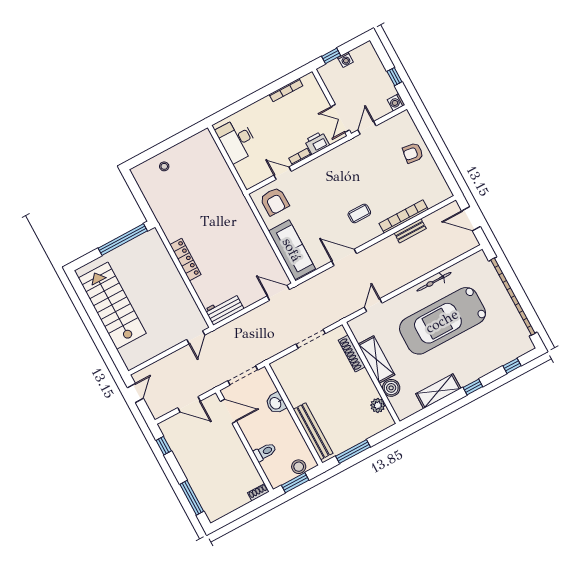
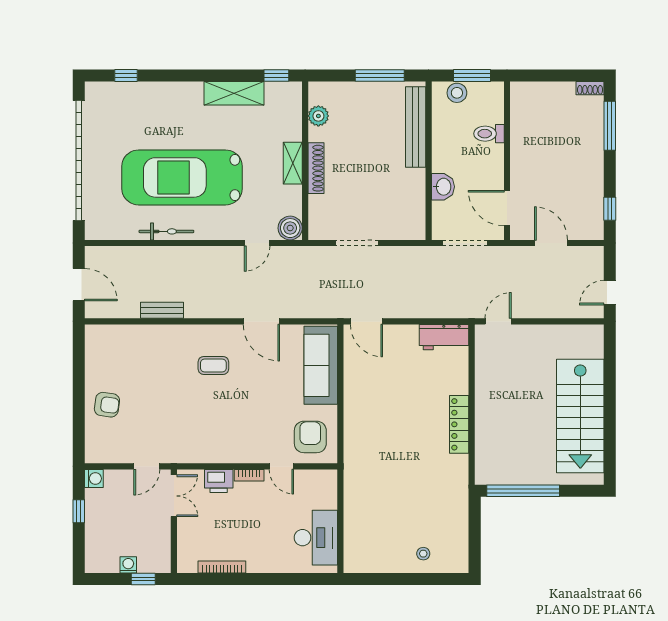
bookcase: (404, 217) -> (161, 332), removed
car: (442, 321) -> (182, 177), turned 180
shoe rack: (352, 353) -> (316, 168), moved
shelving: (376, 360) -> (293, 163), width x0.67, depth x0.75
window: (473, 387) -> (276, 75), moved
boiler: (391, 388) -> (290, 228), moved
shoe rack: (258, 492) -> (590, 88), moved

